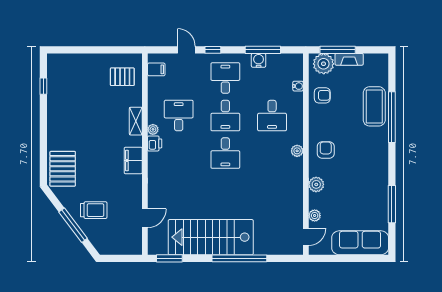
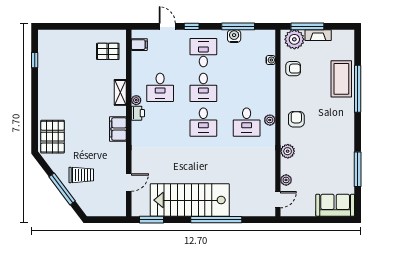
desk: (179, 116) -> (160, 87), turned 180
desk: (272, 116) -> (247, 122), moved
sofa: (360, 243) -> (335, 205), width x0.73

